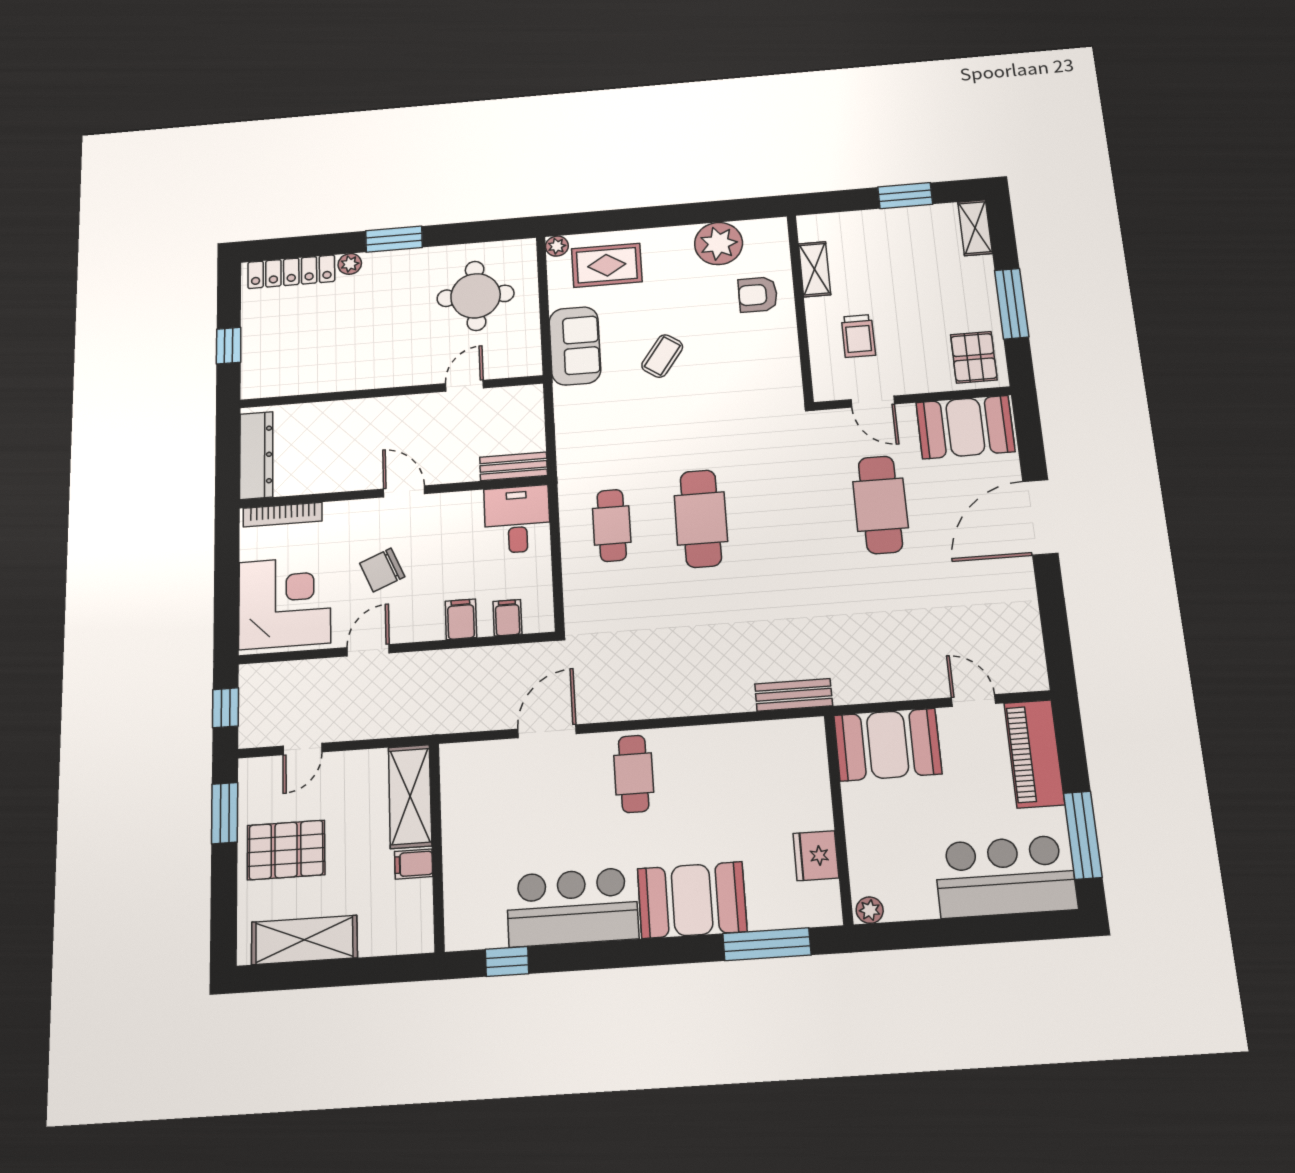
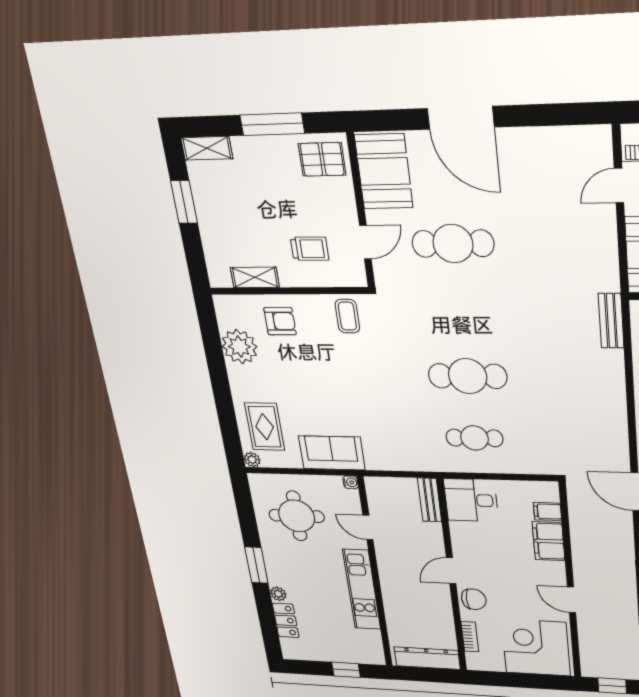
locker: (291, 272) -> (286, 620), width x0.66
armchair: (758, 295) -> (280, 321), turned -90
coffee table: (662, 356) -> (347, 316), moved, turned 55
water cooler: (532, 367) -> (351, 482), added
kitchen unit: (365, 373) -> (362, 590), added
bookcase: (283, 515) -> (470, 637), width x0.64
chair: (382, 570) -> (474, 599), moved, turned -67
filing cabinet: (461, 619) -> (549, 541), width x2.00

